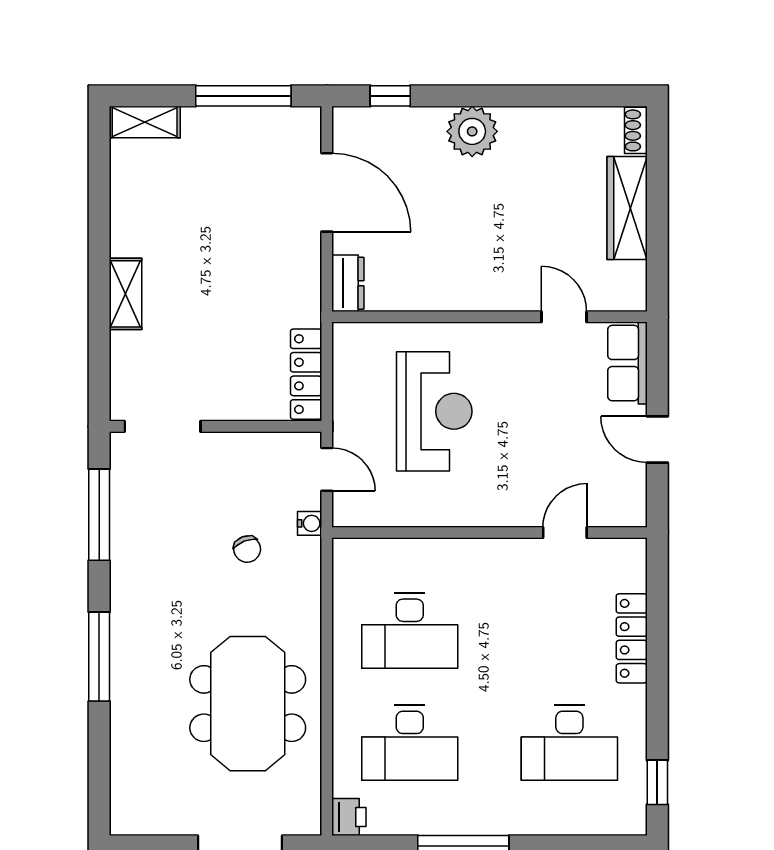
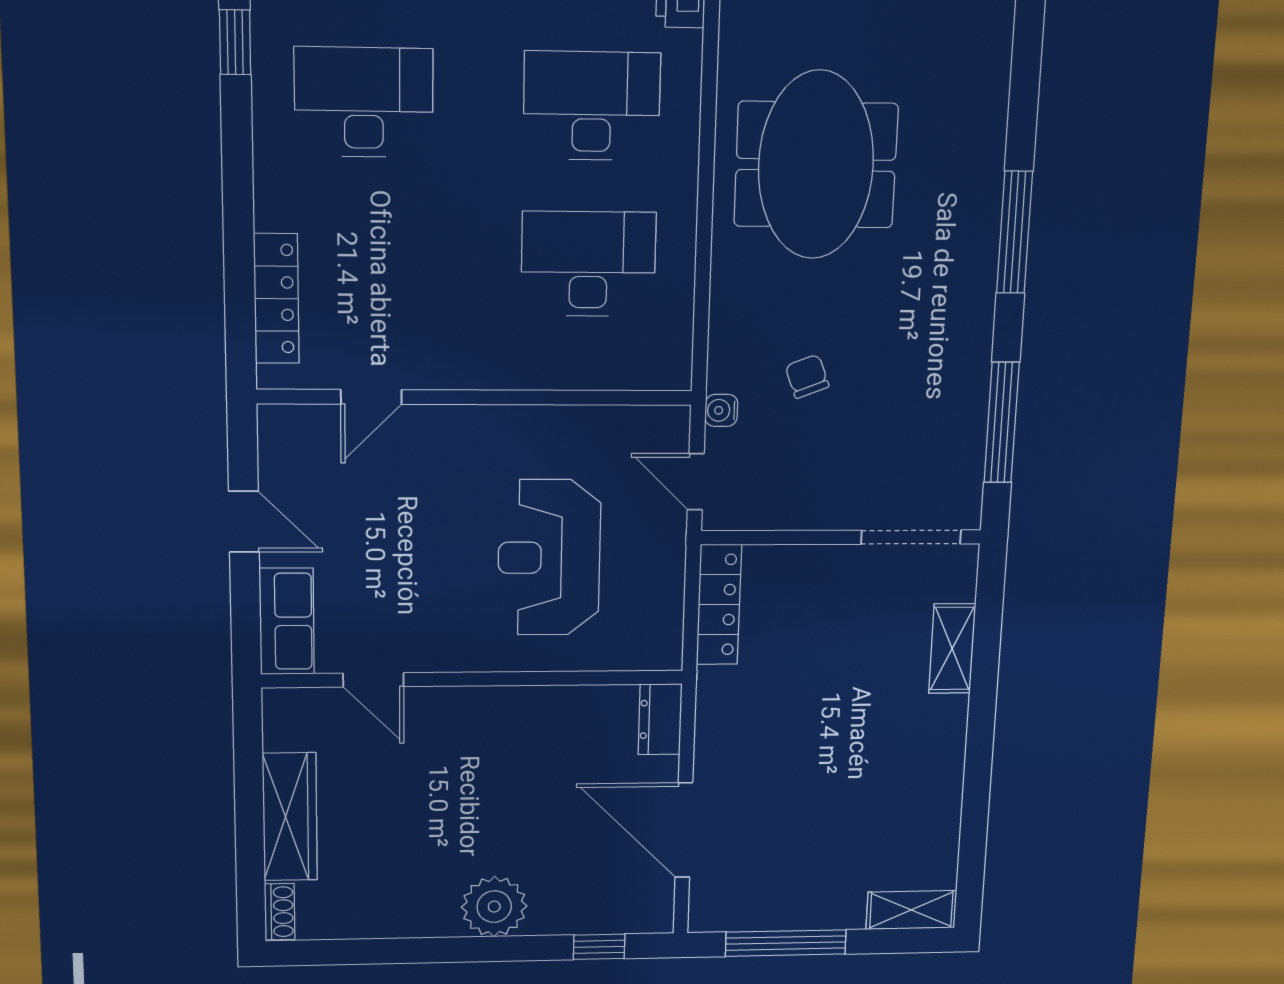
shelving: (125, 294) -> (952, 649), moved
locker: (632, 638) -> (276, 299), moved

